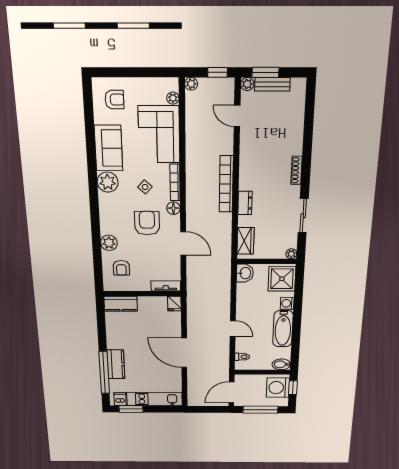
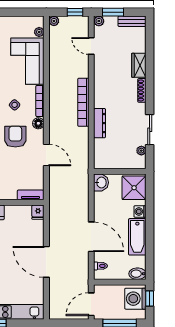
bench: (272, 84) -> (132, 21), moved
dresser: (245, 203) -> (100, 123), width x1.44
wardrobe: (246, 241) -> (139, 65), moved, turned 180
plant: (291, 254) -> (141, 151), moved
door: (233, 329) -> (91, 237), width x1.88

